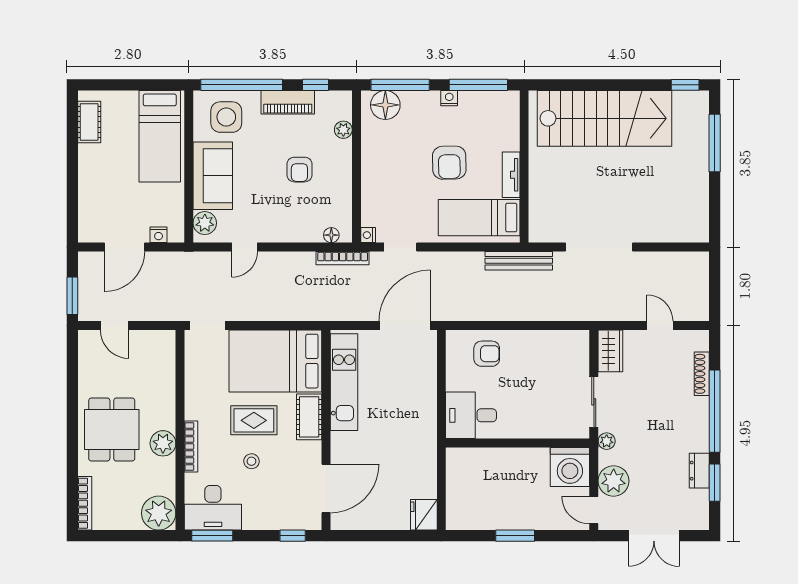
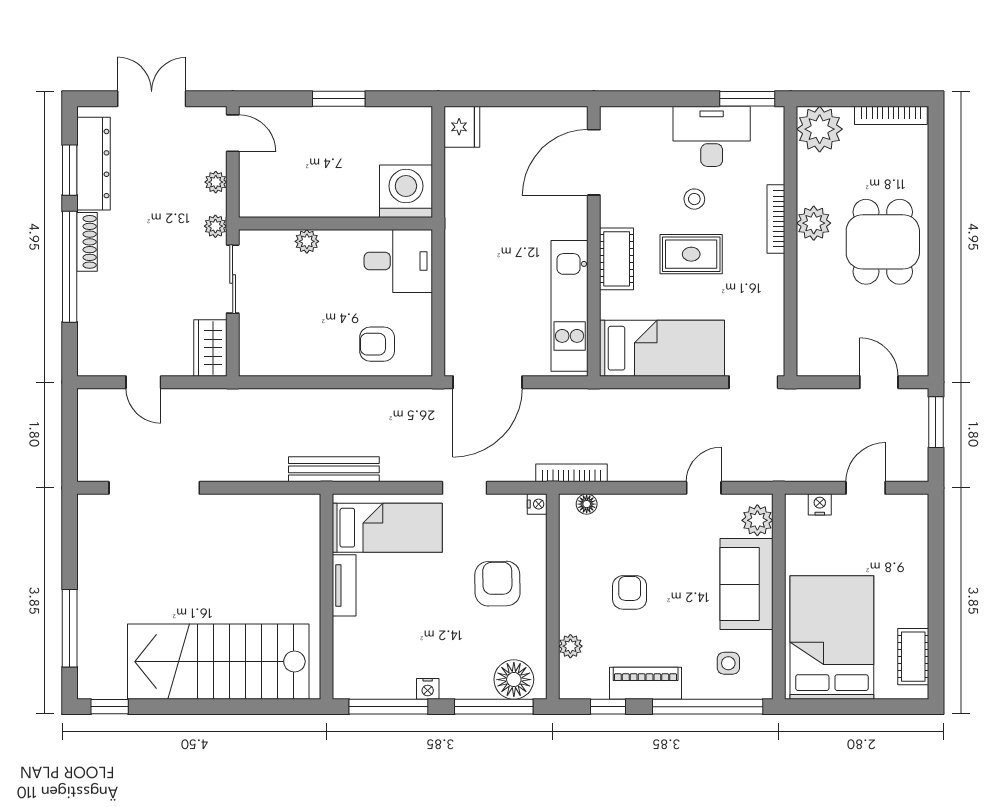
side table: (226, 117) -> (728, 663), width x0.54, depth x0.54
bed: (160, 136) -> (832, 637), width x1.50
armchair: (449, 163) -> (497, 584), moved
door: (124, 247) -> (866, 488), width x0.73
doorway: (400, 247) -> (465, 488), moved
doorway: (599, 247) -> (154, 488), moved
bed: (275, 361) -> (662, 348), width x0.67
shoe rack: (702, 374) -> (87, 242), moved
plant: (539, 430) -> (307, 241), added
washing machine: (570, 467) -> (406, 191), moved
dresser: (699, 471) -> (94, 164), width x1.96, depth x1.24
plant: (614, 481) -> (216, 182), width x0.53, depth x0.53
bookcase: (85, 503) -> (891, 115), moved, turned -90
desk: (213, 508) -> (712, 136), moved
window: (293, 536) -> (639, 99), removed

